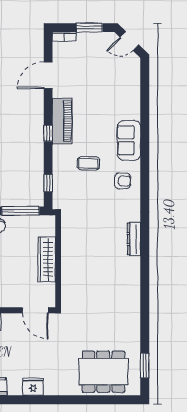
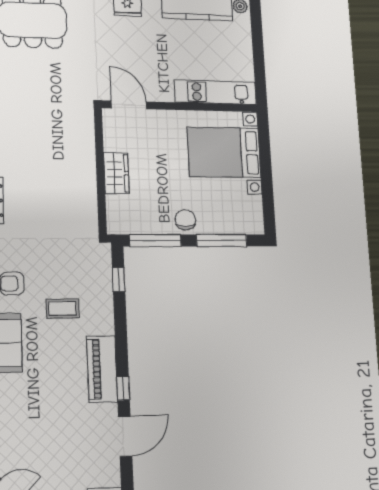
window: (48, 133) -> (123, 388), moved
wardrobe: (47, 260) -> (116, 173), width x0.67

